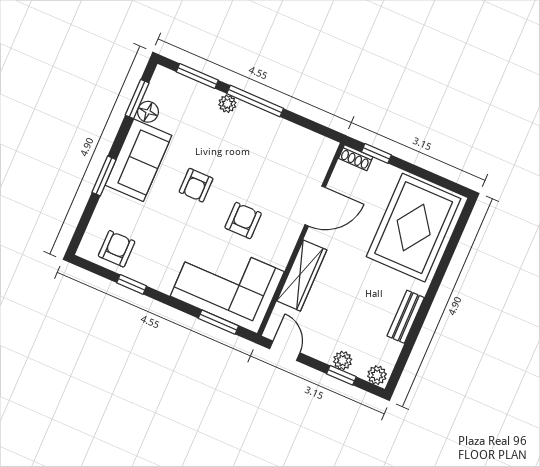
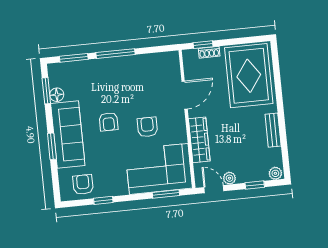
plant: (227, 104) -> (100, 64), removed
shoe rack: (356, 158) -> (209, 52), moved
sofa: (138, 160) -> (68, 135), width x1.36
plant: (343, 361) -> (229, 178), moved

